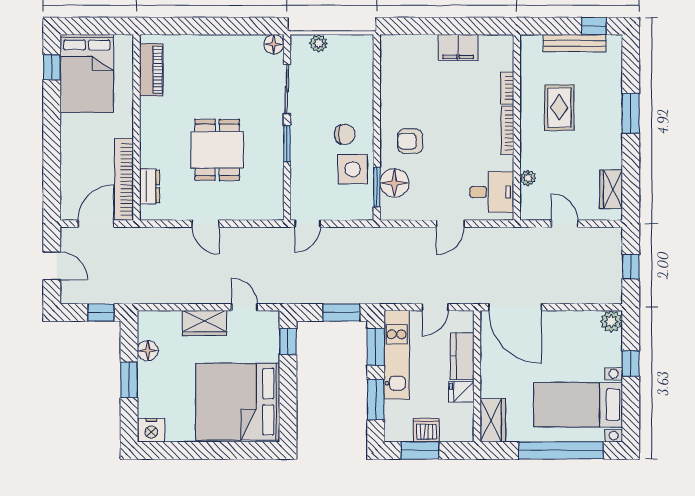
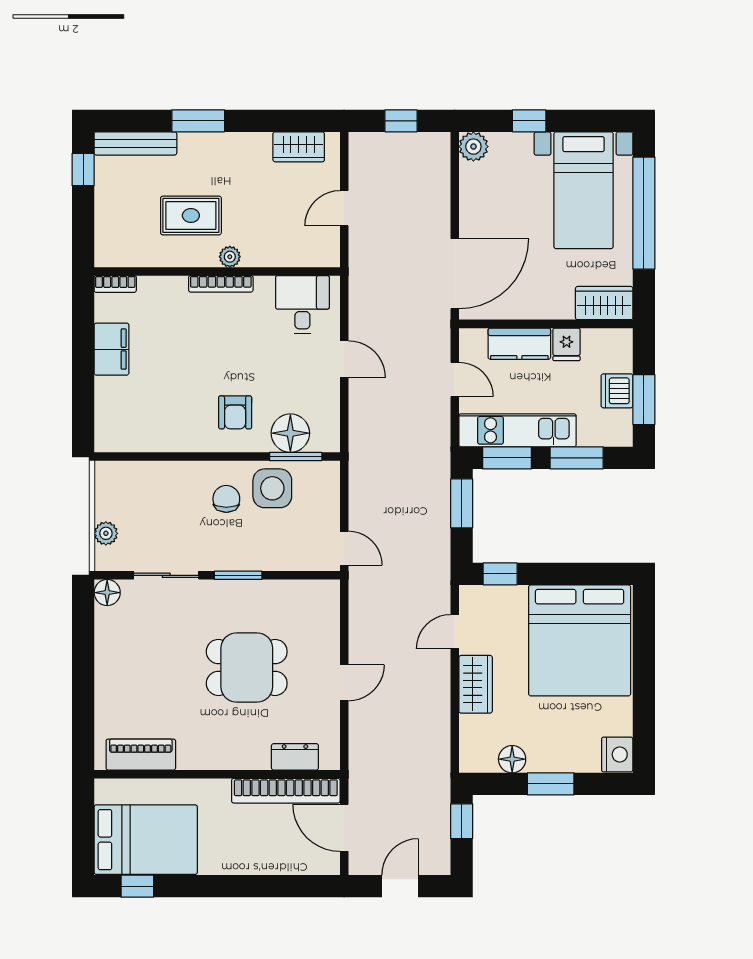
bench: (574, 43) -> (135, 143), moved, turned 90
bookcase: (507, 88) -> (115, 284), moved
plant: (528, 178) -> (230, 257), moved

